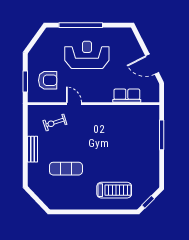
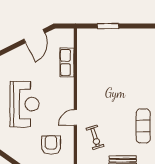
reception desk: (87, 55) -> (25, 104), turned 180
window: (162, 135) -> (108, 26), width x0.69

